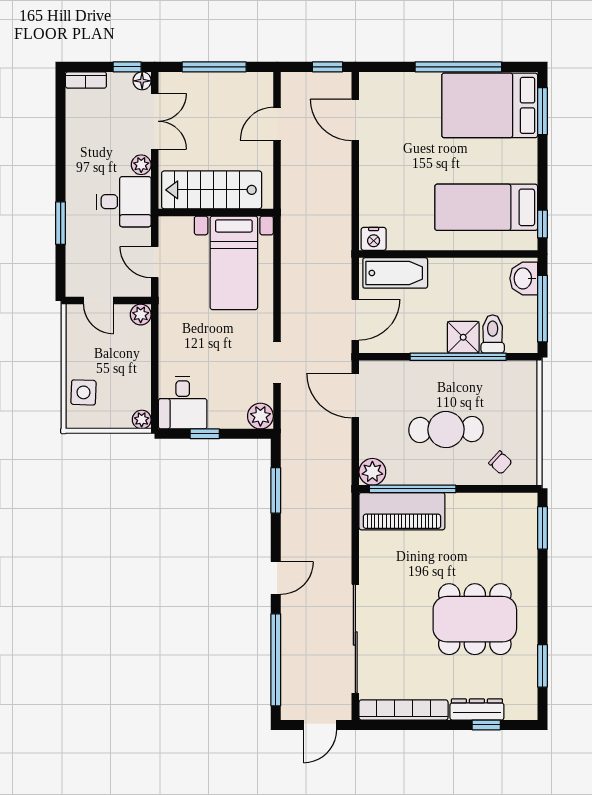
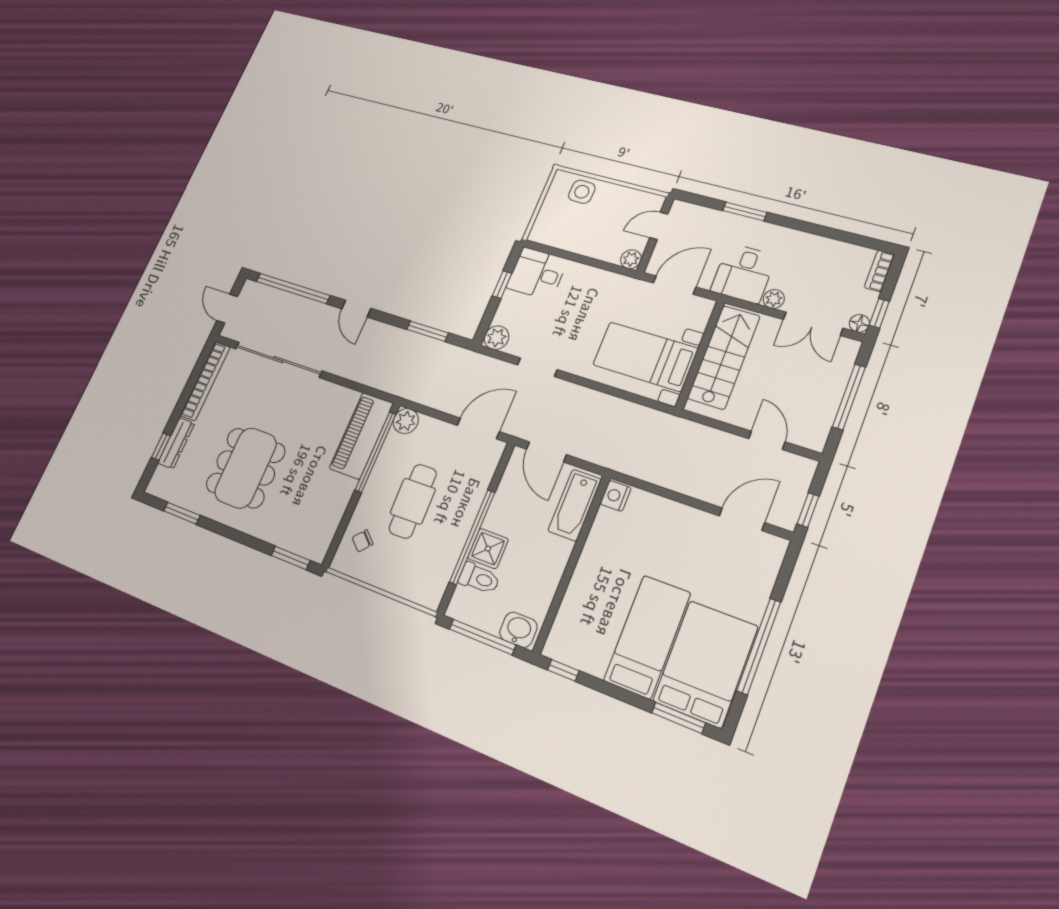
bed: (486, 207) -> (647, 637), moved
door: (155, 262) -> (674, 285), width x1.38
plant: (142, 420) -> (537, 234), removed

